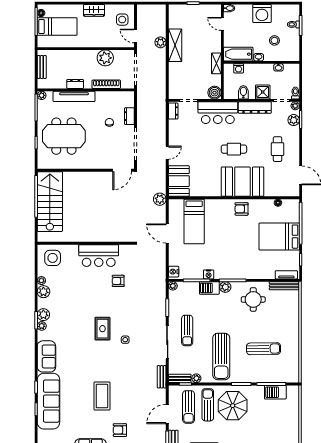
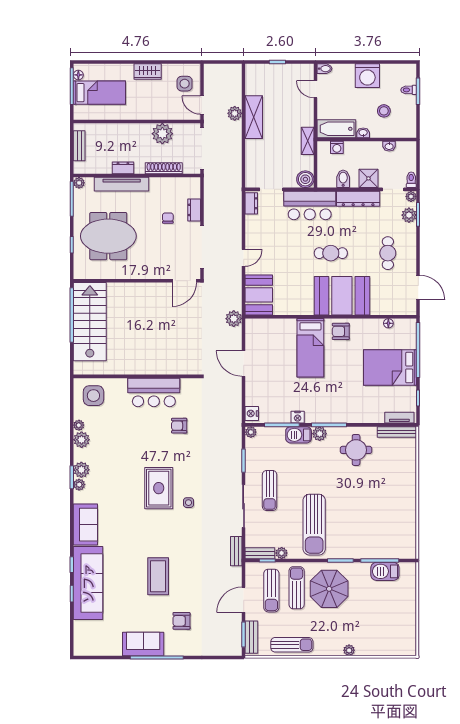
bed: (194, 221) -> (310, 348), moved
rug: (102, 329) -> (159, 488), width x1.36, depth x1.43
sun lounger: (264, 349) -> (370, 514), removed

